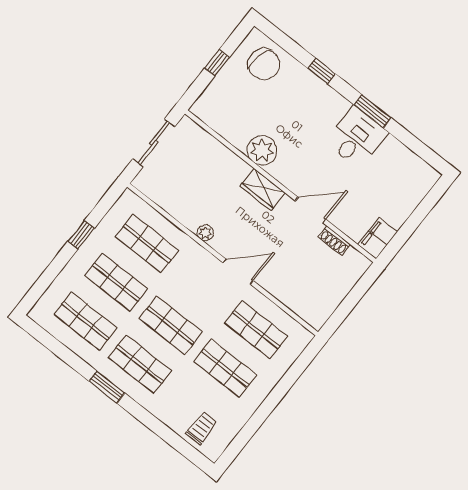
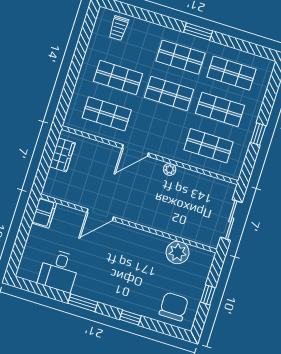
chair: (264, 64) -> (174, 307), turned 77
desk: (357, 137) -> (59, 271), moved
plant: (262, 150) -> (178, 252), moved
wardrobe: (263, 190) -> (62, 155), moved, turned 90
shoe rack: (334, 241) -> (75, 199), removed

